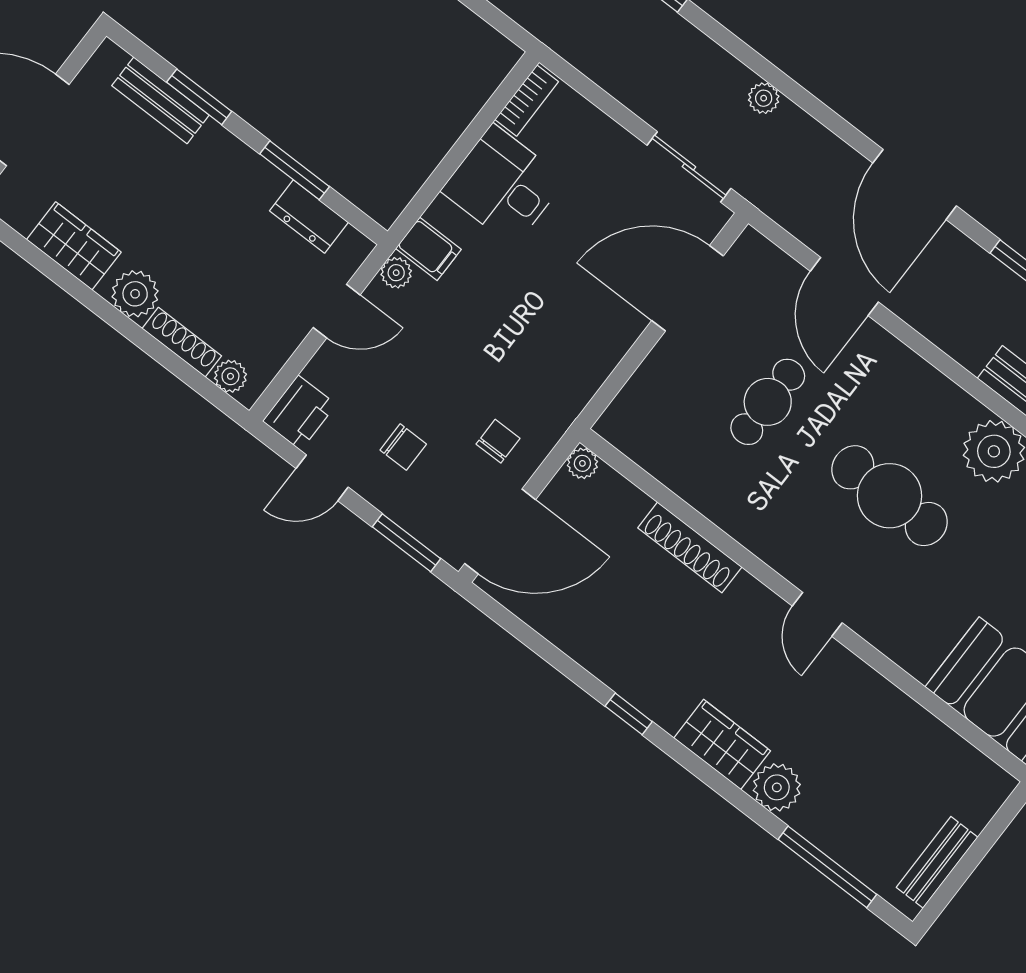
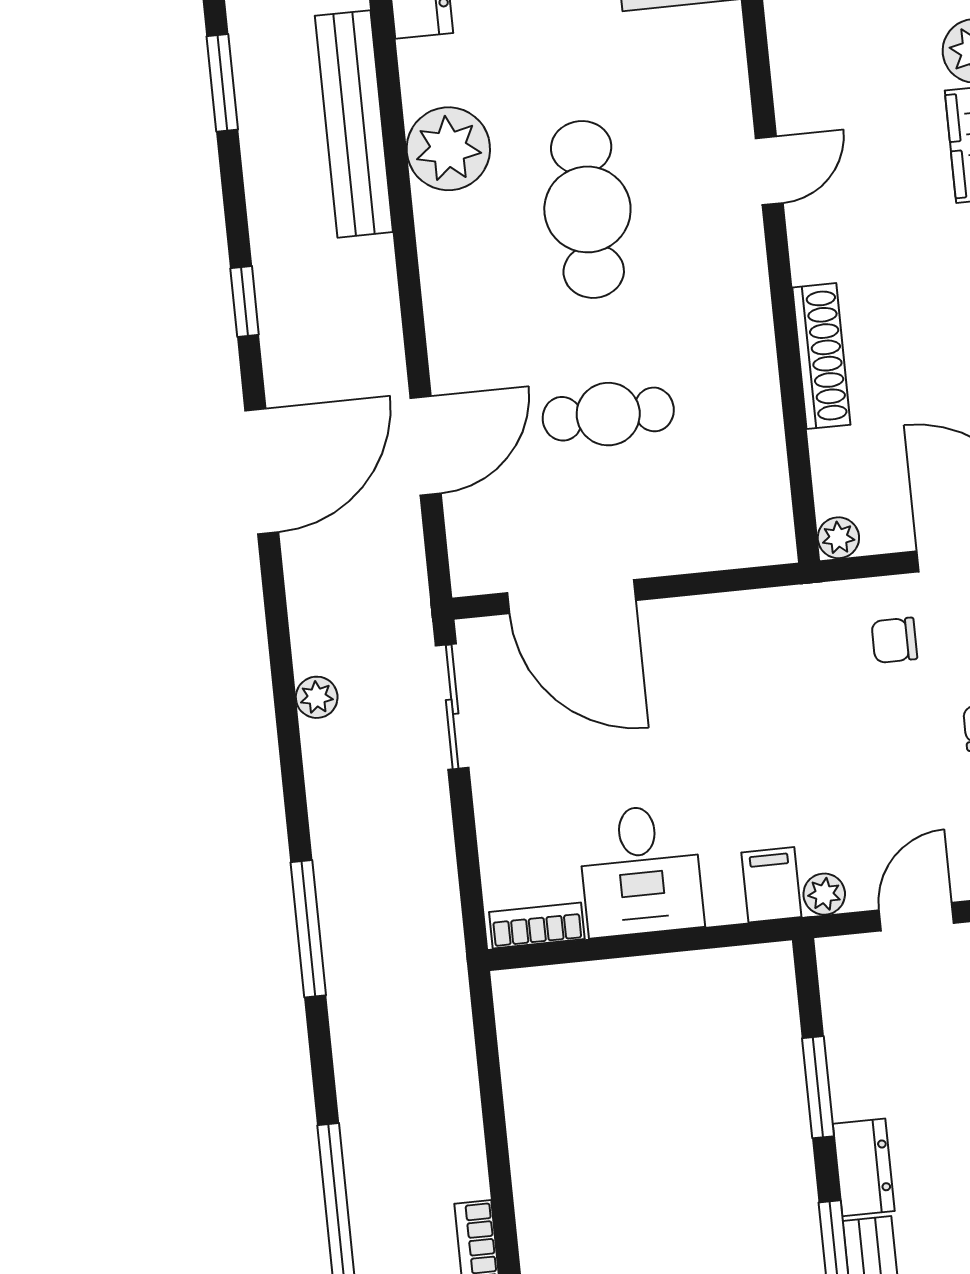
dresser: (309, 217) -> (864, 1167), moved
door: (337, 311) -> (916, 917), hinge flipped

